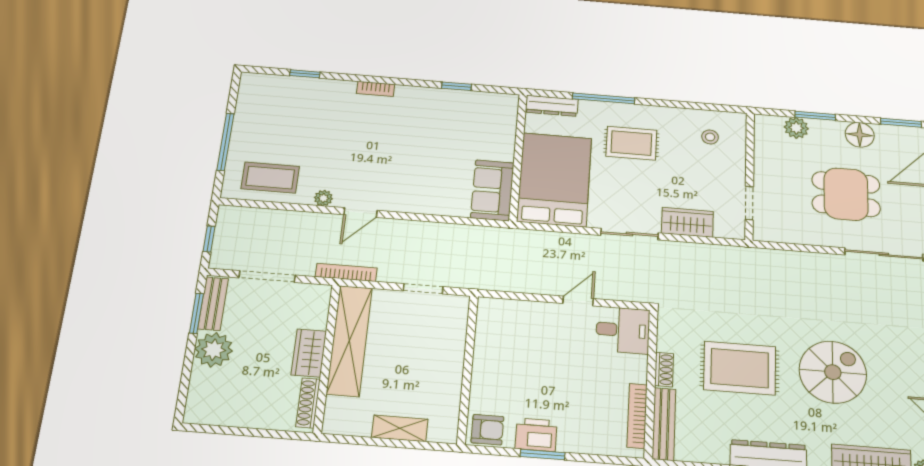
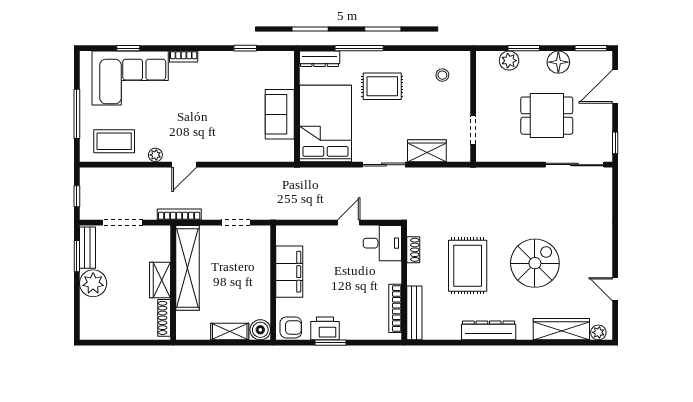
corner sofa: (302, 107) -> (130, 78), added
sofa: (492, 190) -> (280, 114), moved
filing cabinet: (491, 356) -> (289, 272), added
rug: (740, 368) -> (468, 266), turned 90
shoe rack: (664, 370) -> (413, 250), moved
boiler: (444, 429) -> (260, 330), added

